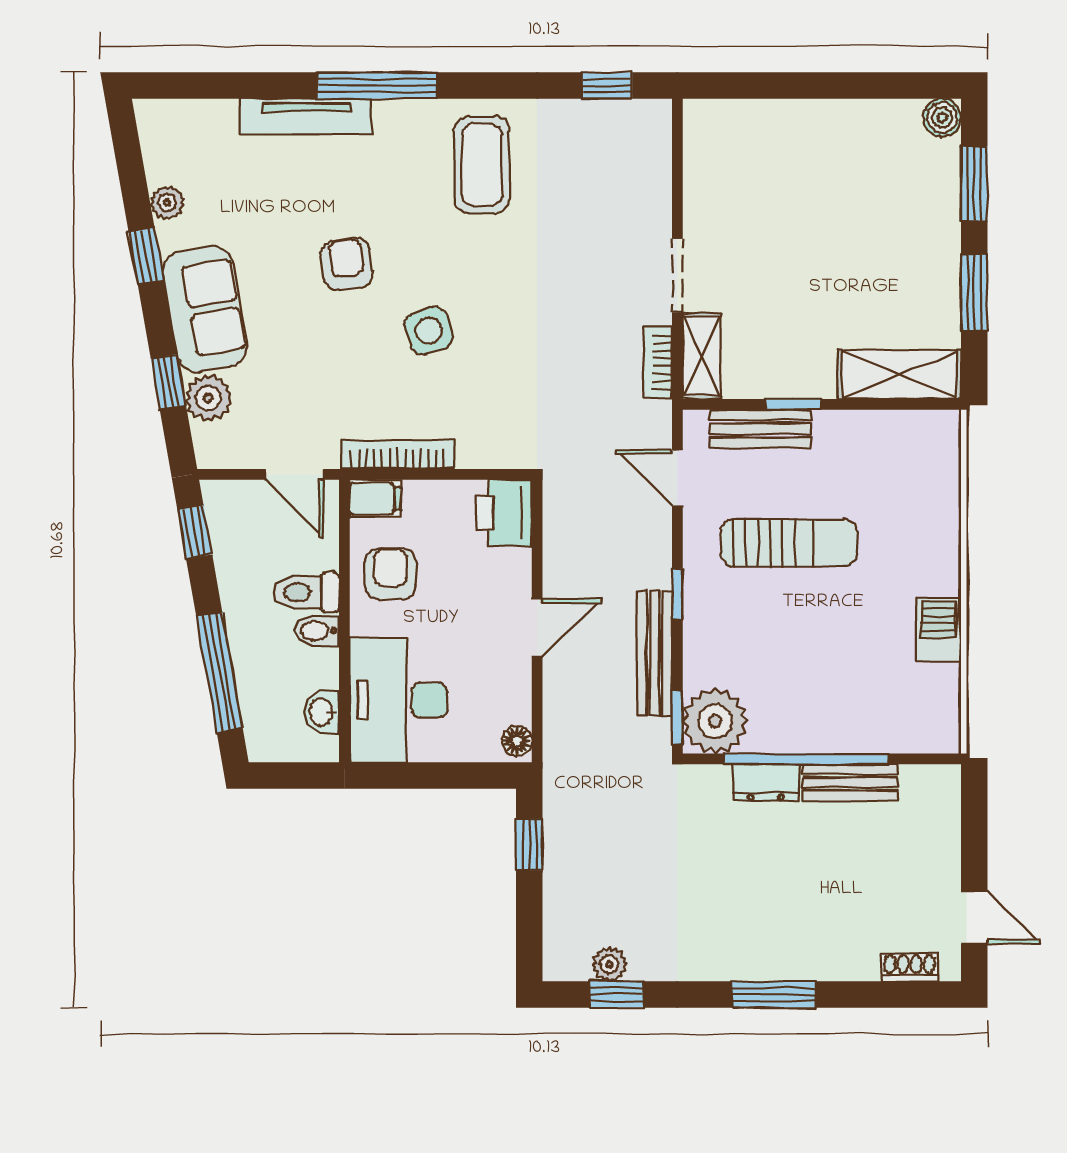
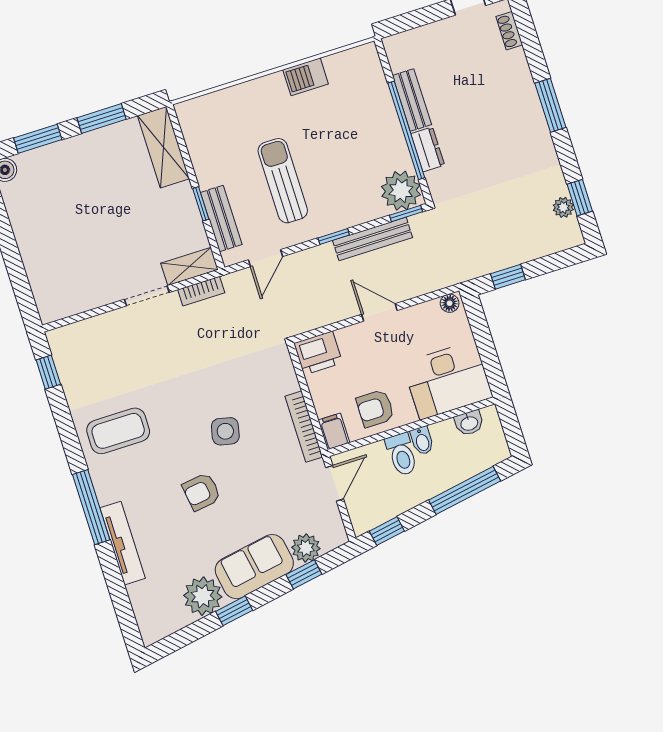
plant: (167, 203) -> (203, 596), width x1.87, depth x1.87
side table: (429, 331) -> (225, 431), turned 31

